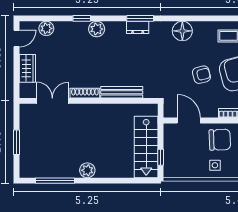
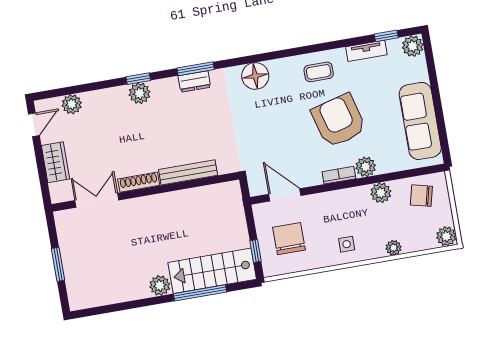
window: (82, 18) -> (138, 79), moved
armchair: (201, 75) -> (291, 130), removed
chair: (220, 140) -> (289, 239), moved, turned -88
stairs: (146, 147) -> (212, 271), moved, turned 90
side table: (215, 165) -> (347, 244), moved
window: (55, 181) -> (200, 293), moved

